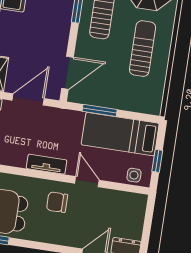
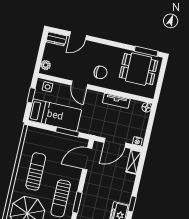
sun lounger: (143, 49) -> (36, 171), turned 180
tv unit: (47, 164) -> (116, 101), moved
plant: (139, 207) -> (46, 65), added

